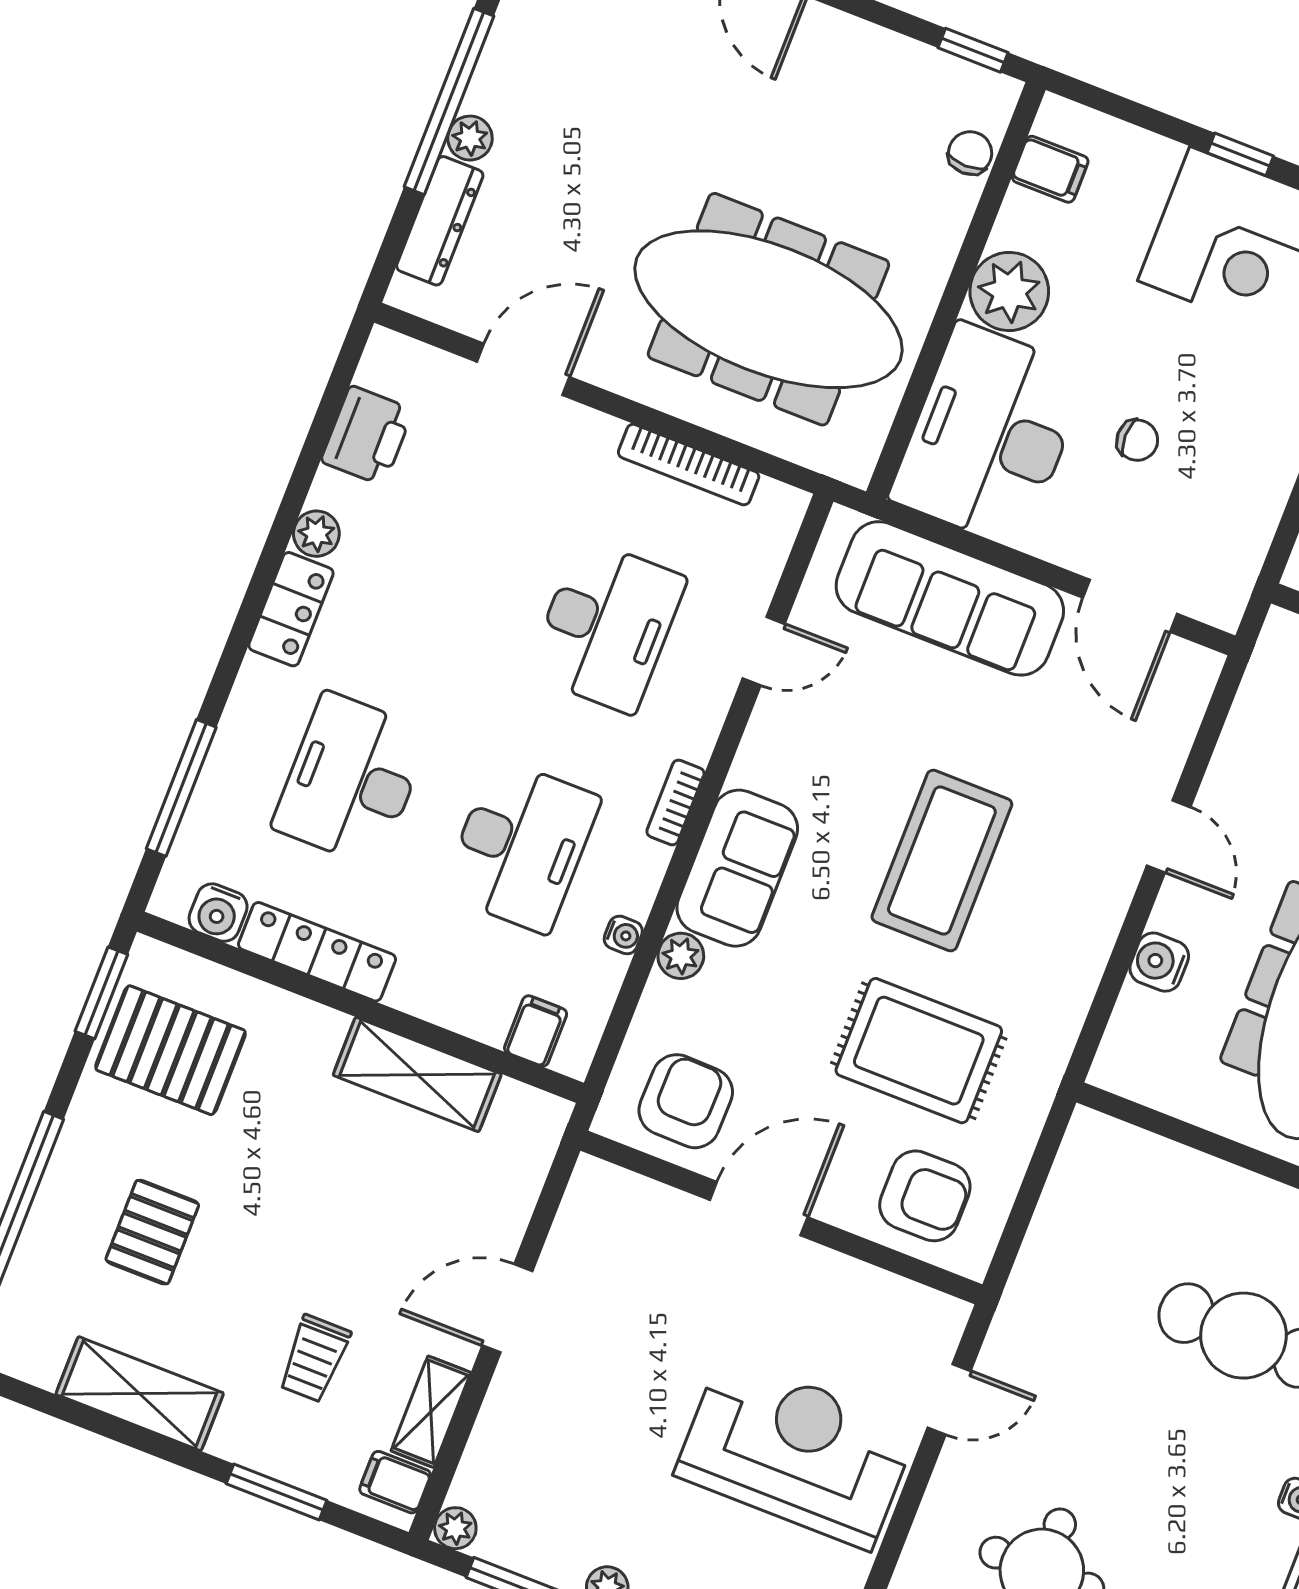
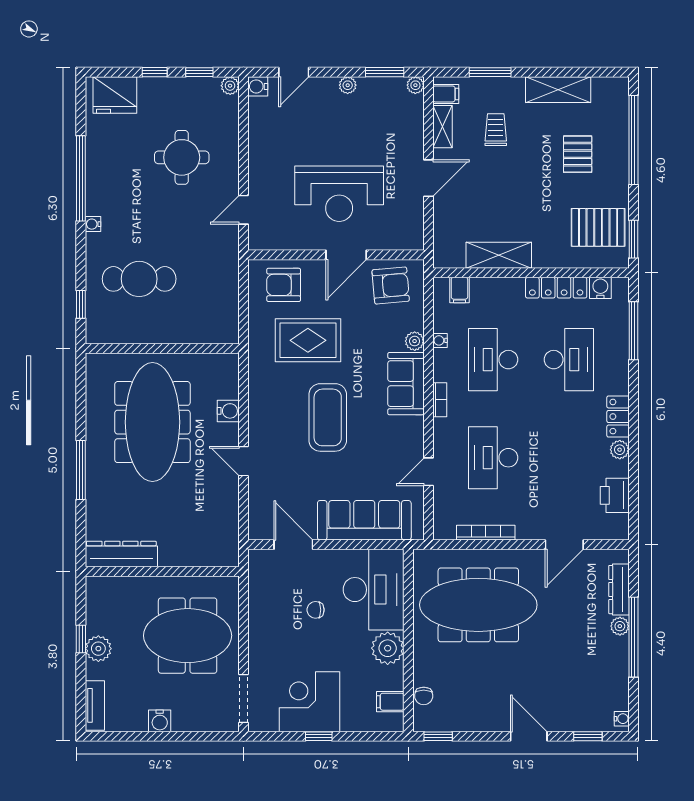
armchair: (686, 1101) -> (391, 285), turned -96
reception desk: (796, 1452) -> (339, 194), moved

